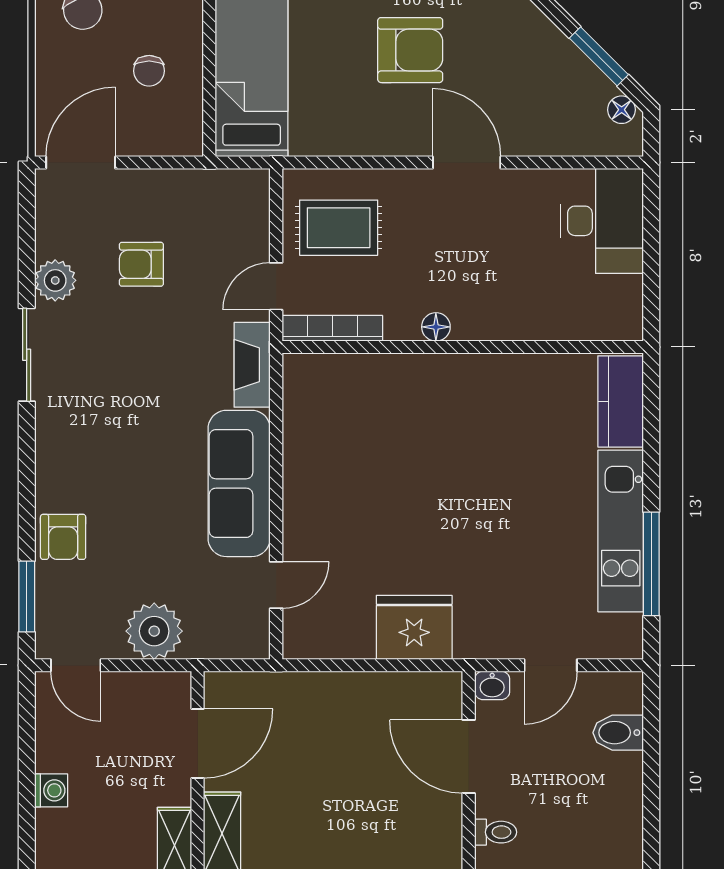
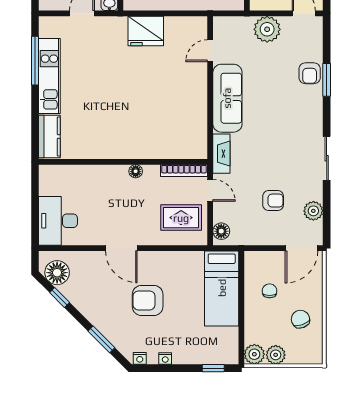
window: (599, 56) -> (60, 298), width x0.67
floor lamp: (622, 110) -> (57, 273), width x1.89, depth x1.89
floor lamp: (252, 199) -> (221, 231), added
plant: (55, 280) -> (313, 211), moved
door: (276, 286) -> (210, 190), hinge flipped
armchair: (63, 537) -> (310, 73), turned 180
window: (27, 597) -> (327, 80), moved

